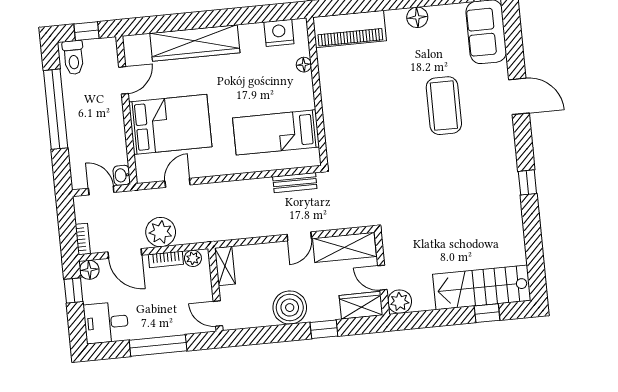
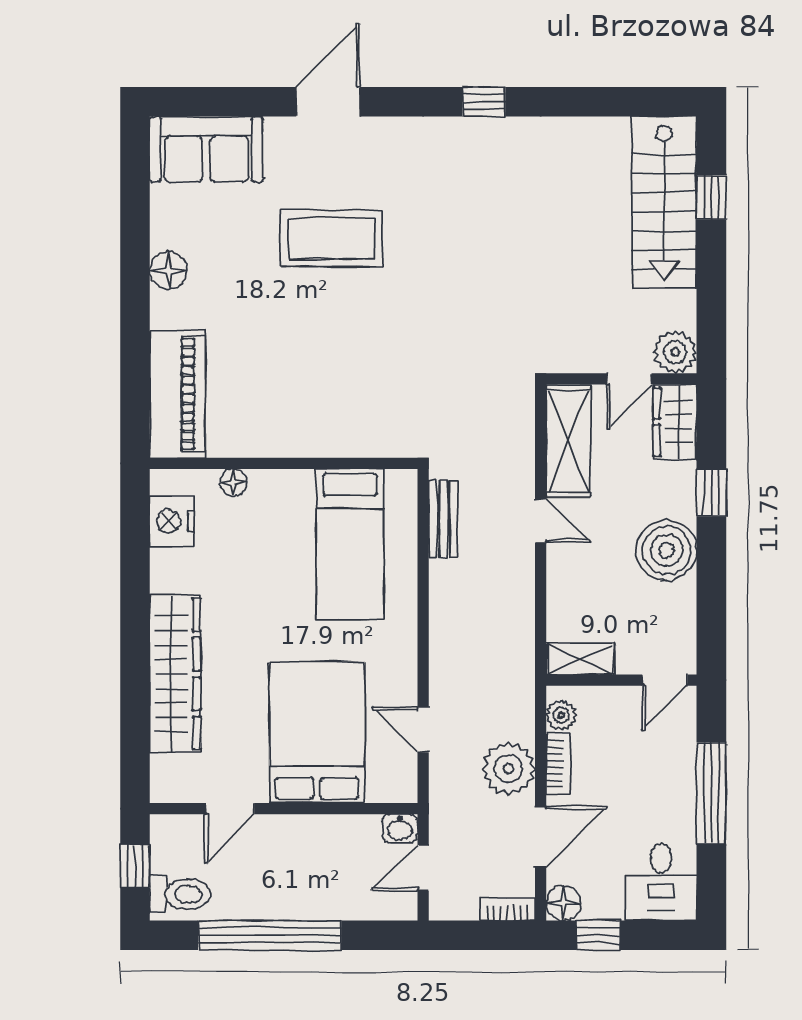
door: (123, 80) -> (230, 809), swing flipped

